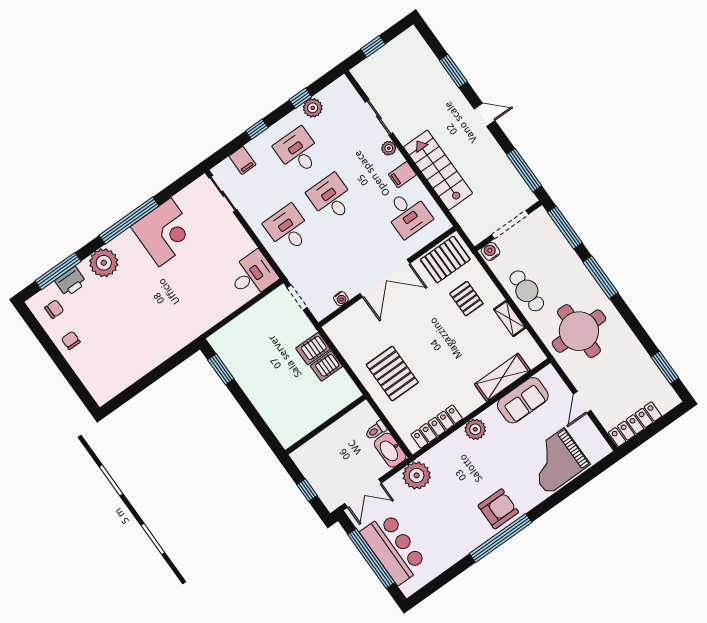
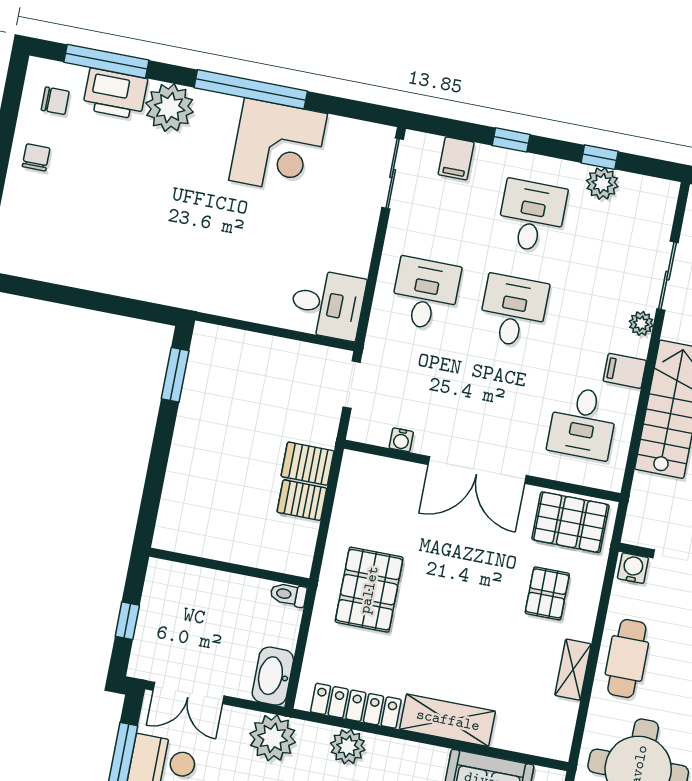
printer: (71, 282) -> (115, 94), width x1.37, depth x1.19
shelving: (502, 377) -> (448, 720), moved
plant: (475, 429) -> (348, 747), moved
toilet: (376, 430) -> (288, 595), moved

